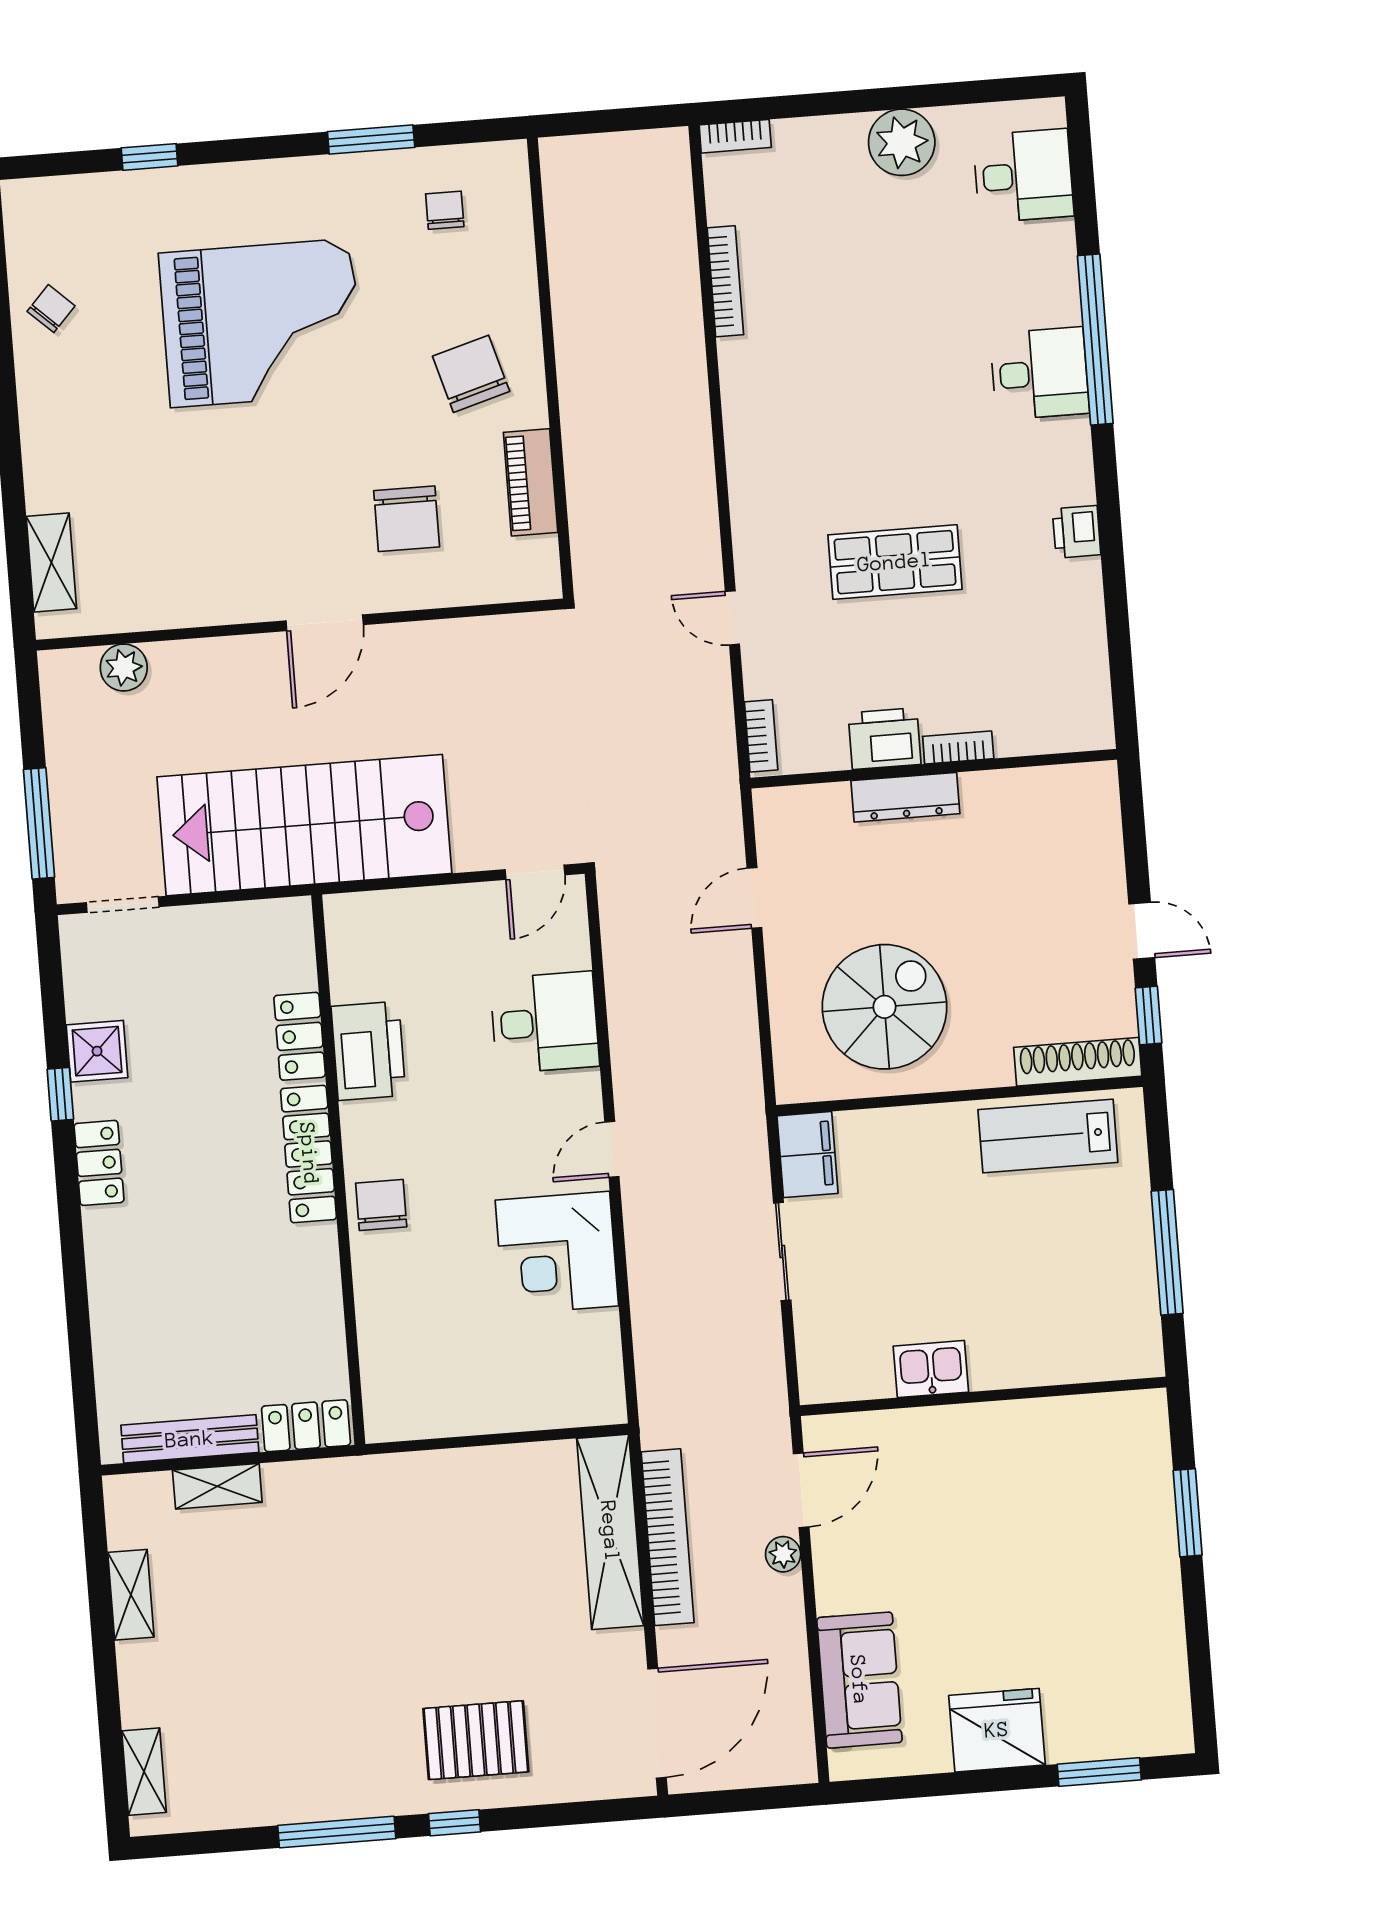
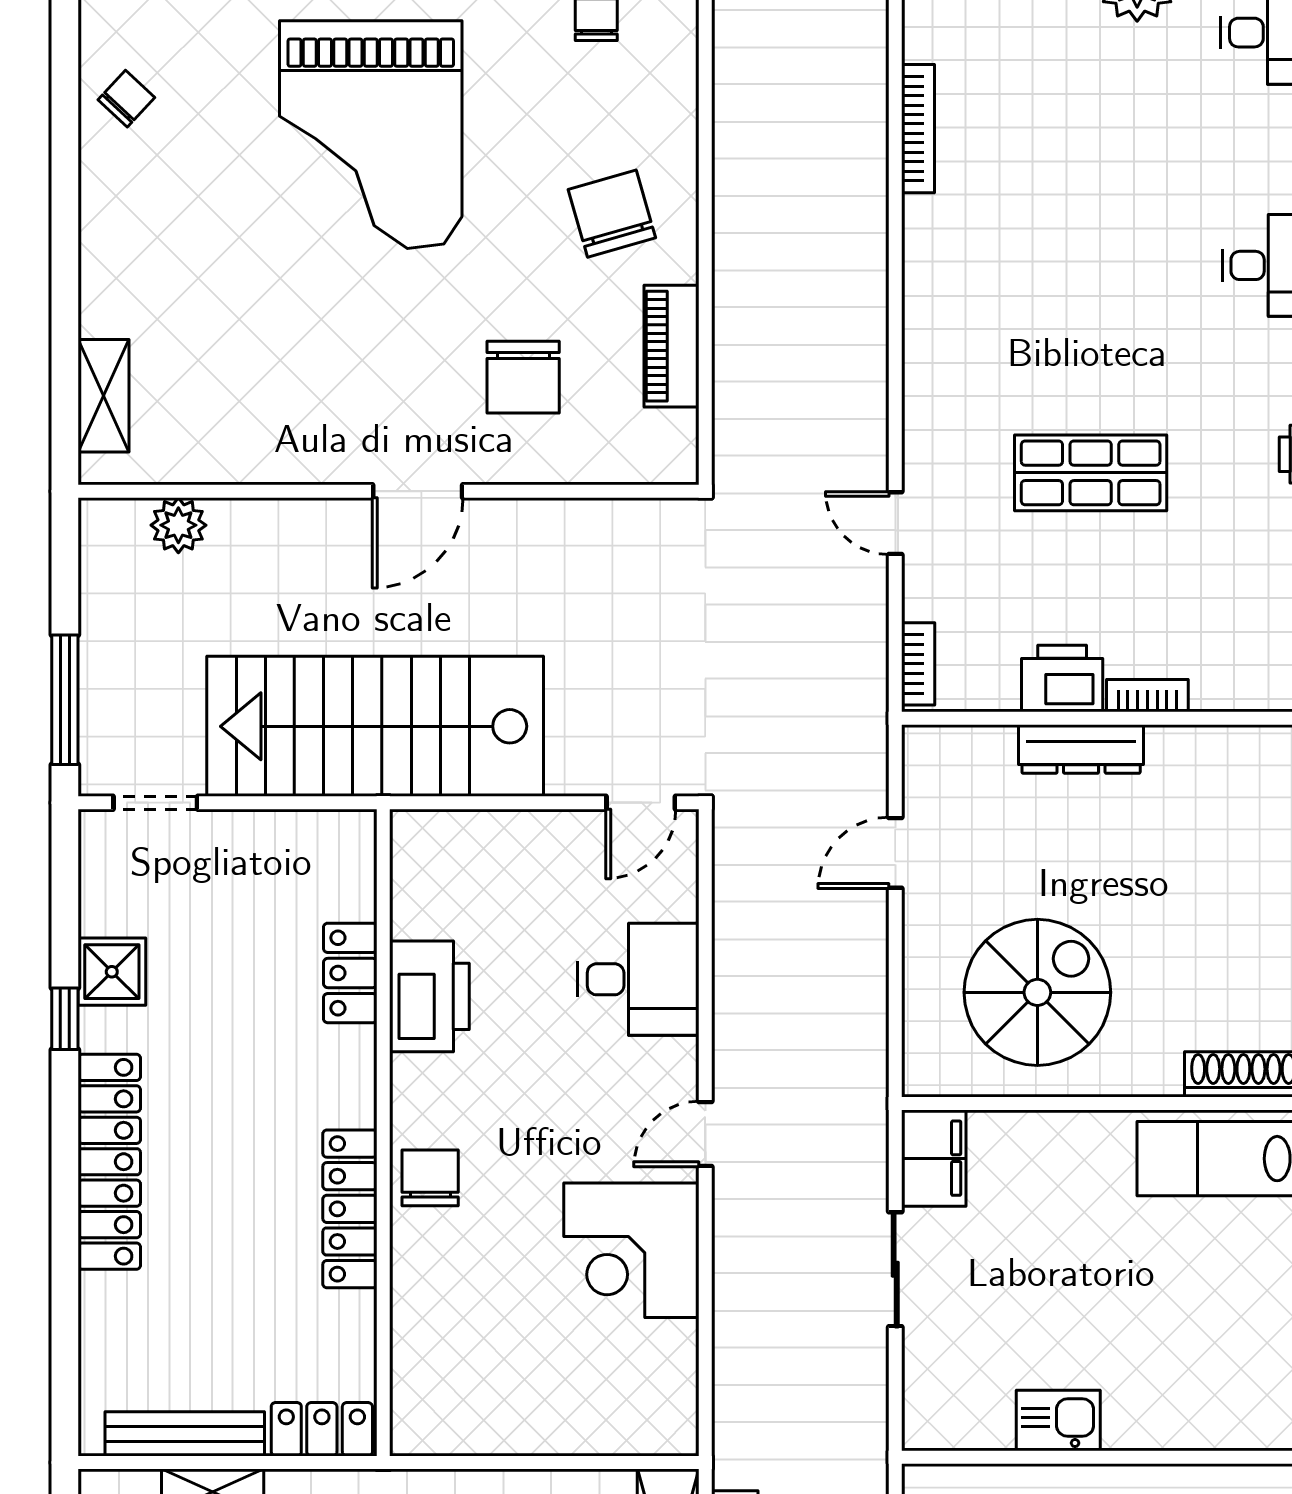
grand piano: (261, 323) -> (371, 135), turned 90
locker: (309, 1154) -> (350, 1209), moved
locker: (99, 1163) -> (109, 1162), width x2.16, depth x1.21

